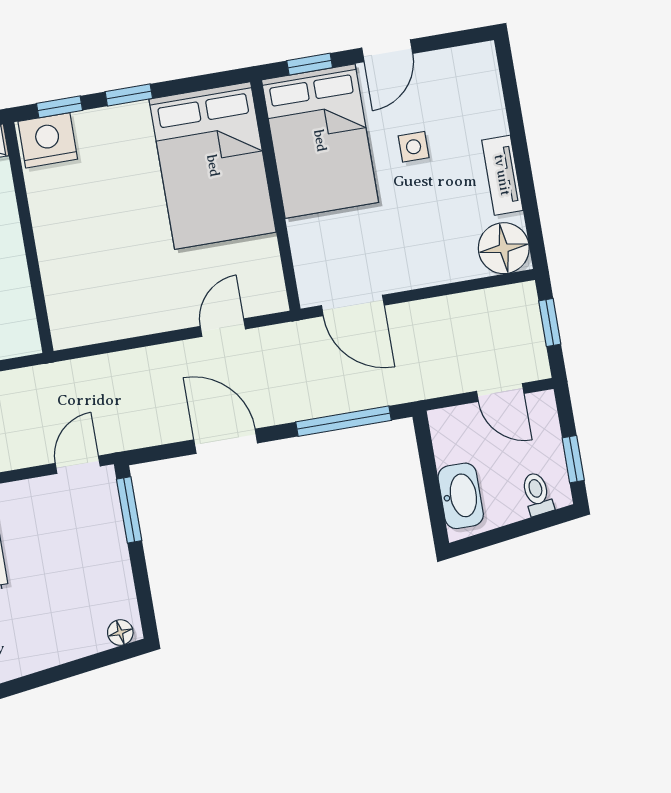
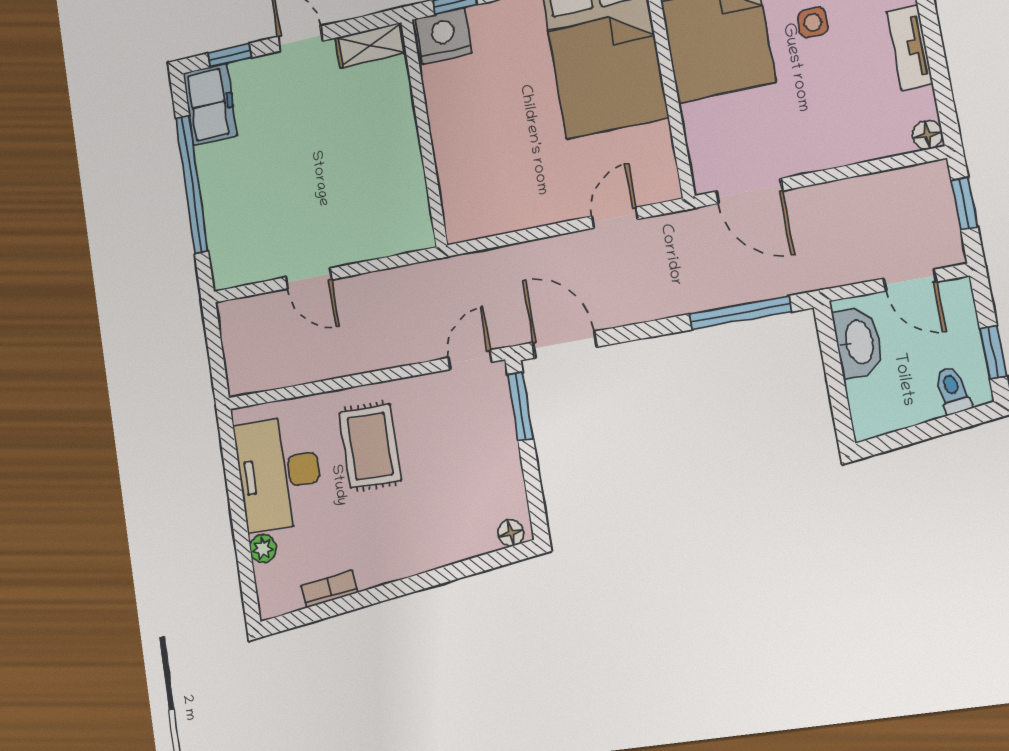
floor lamp: (504, 248) -> (927, 135), width x0.53, depth x0.53
door: (226, 441) -> (564, 345), moved
washbasin: (461, 496) -> (858, 342), moved

